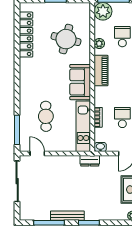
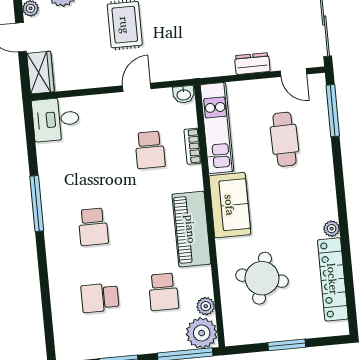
plant: (99, 44) -> (206, 306), moved
plant: (24, 63) -> (332, 229), added
piano: (101, 71) -> (191, 229), width x1.37, depth x1.33
dresser: (90, 161) -> (252, 64), moved

